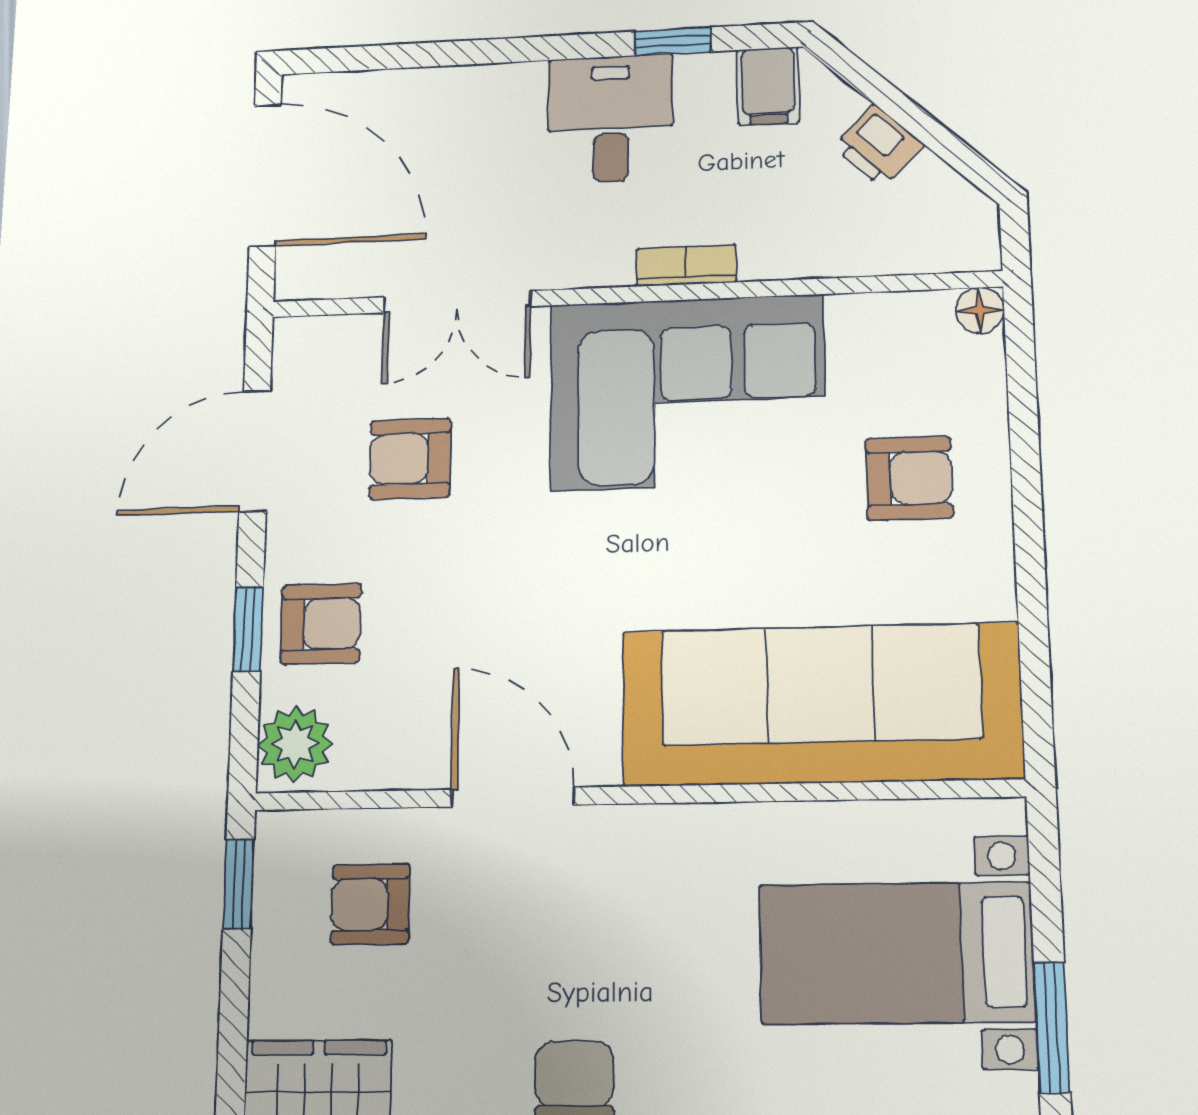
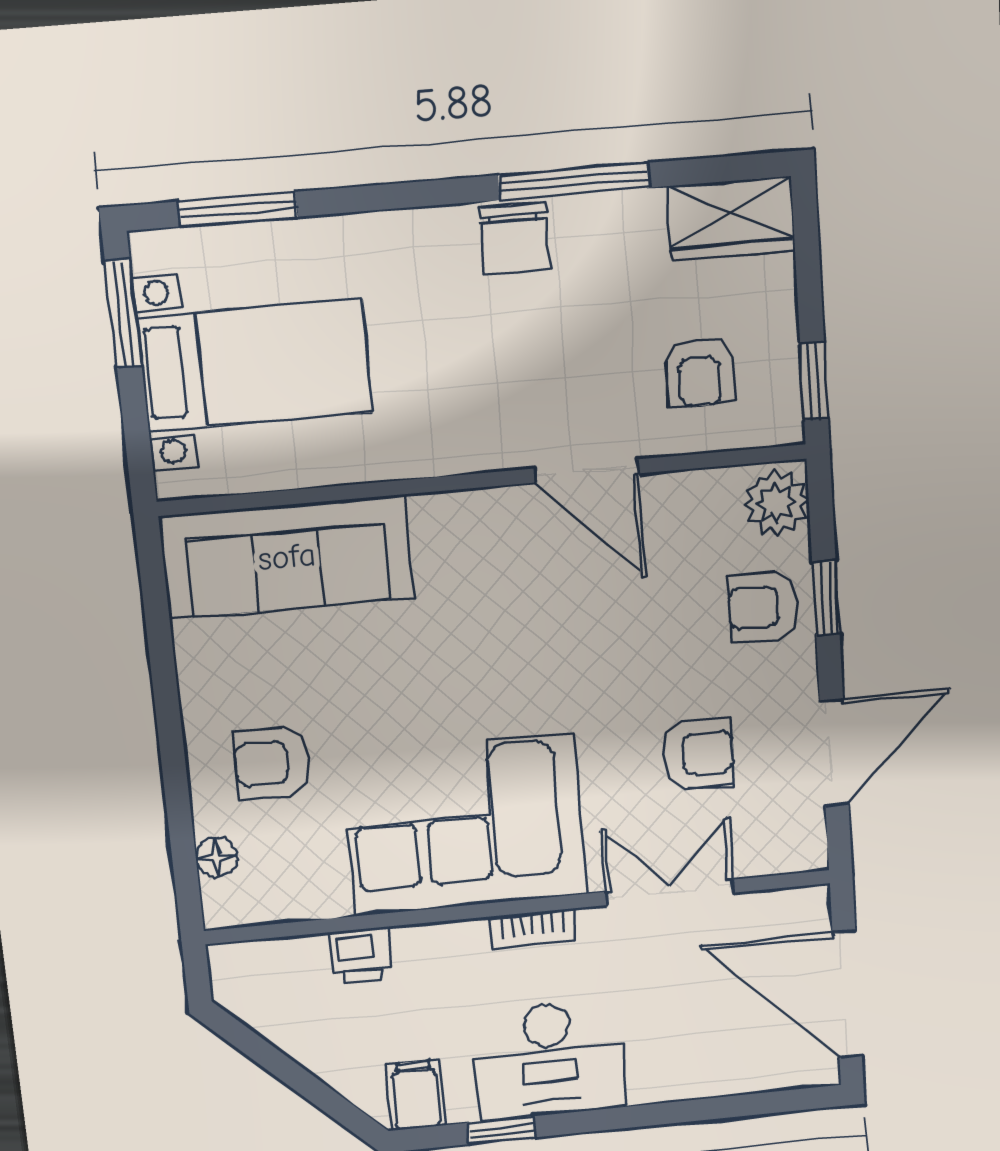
desk: (611, 119) -> (549, 1060), width x1.37
printer: (878, 146) -> (361, 955), moved, turned 136
bookcase: (686, 266) -> (533, 929), moved
floor lamp: (980, 310) -> (216, 857), moved
sofa: (821, 705) -> (287, 557), width x0.74, depth x0.79
armchair: (370, 904) -> (699, 372), turned 90

